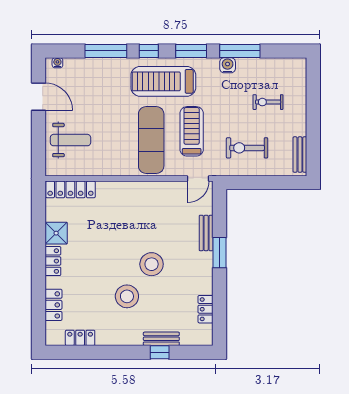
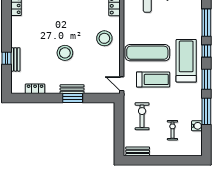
water cooler: (228, 65) -> (197, 126), moved
bench: (206, 233) -> (72, 89), moved
stool: (127, 296) -> (104, 38), moved

